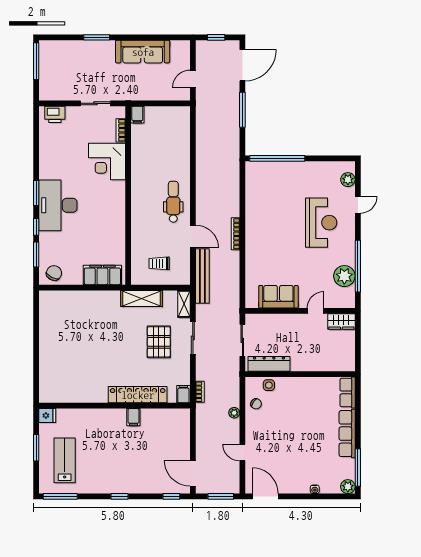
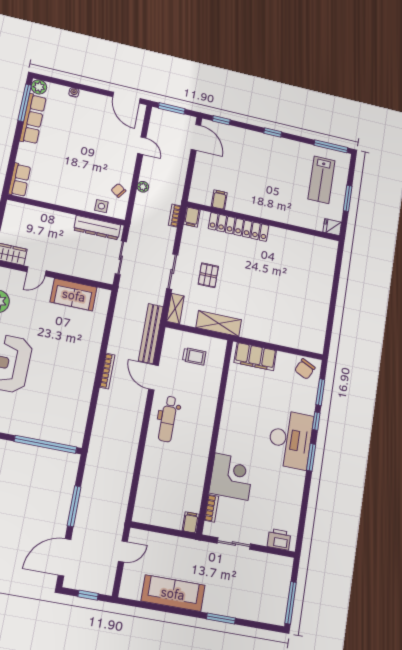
pallet: (159, 342) -> (208, 275), width x0.67, depth x0.71
filing cabinet: (133, 417) -> (219, 200), moved
row of seats: (347, 434) -> (33, 119), moved

